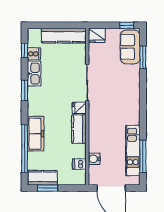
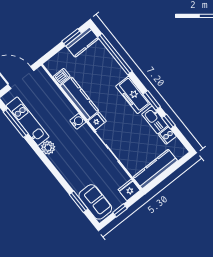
window: (127, 25) -> (120, 210), moved
window: (25, 50) -> (169, 122), moved
plant: (133, 118) -> (48, 148), added
kitchen counter: (79, 129) -> (80, 98), width x1.50
freezer: (36, 134) -> (133, 95), moved
water cooler: (94, 159) -> (78, 121), moved

